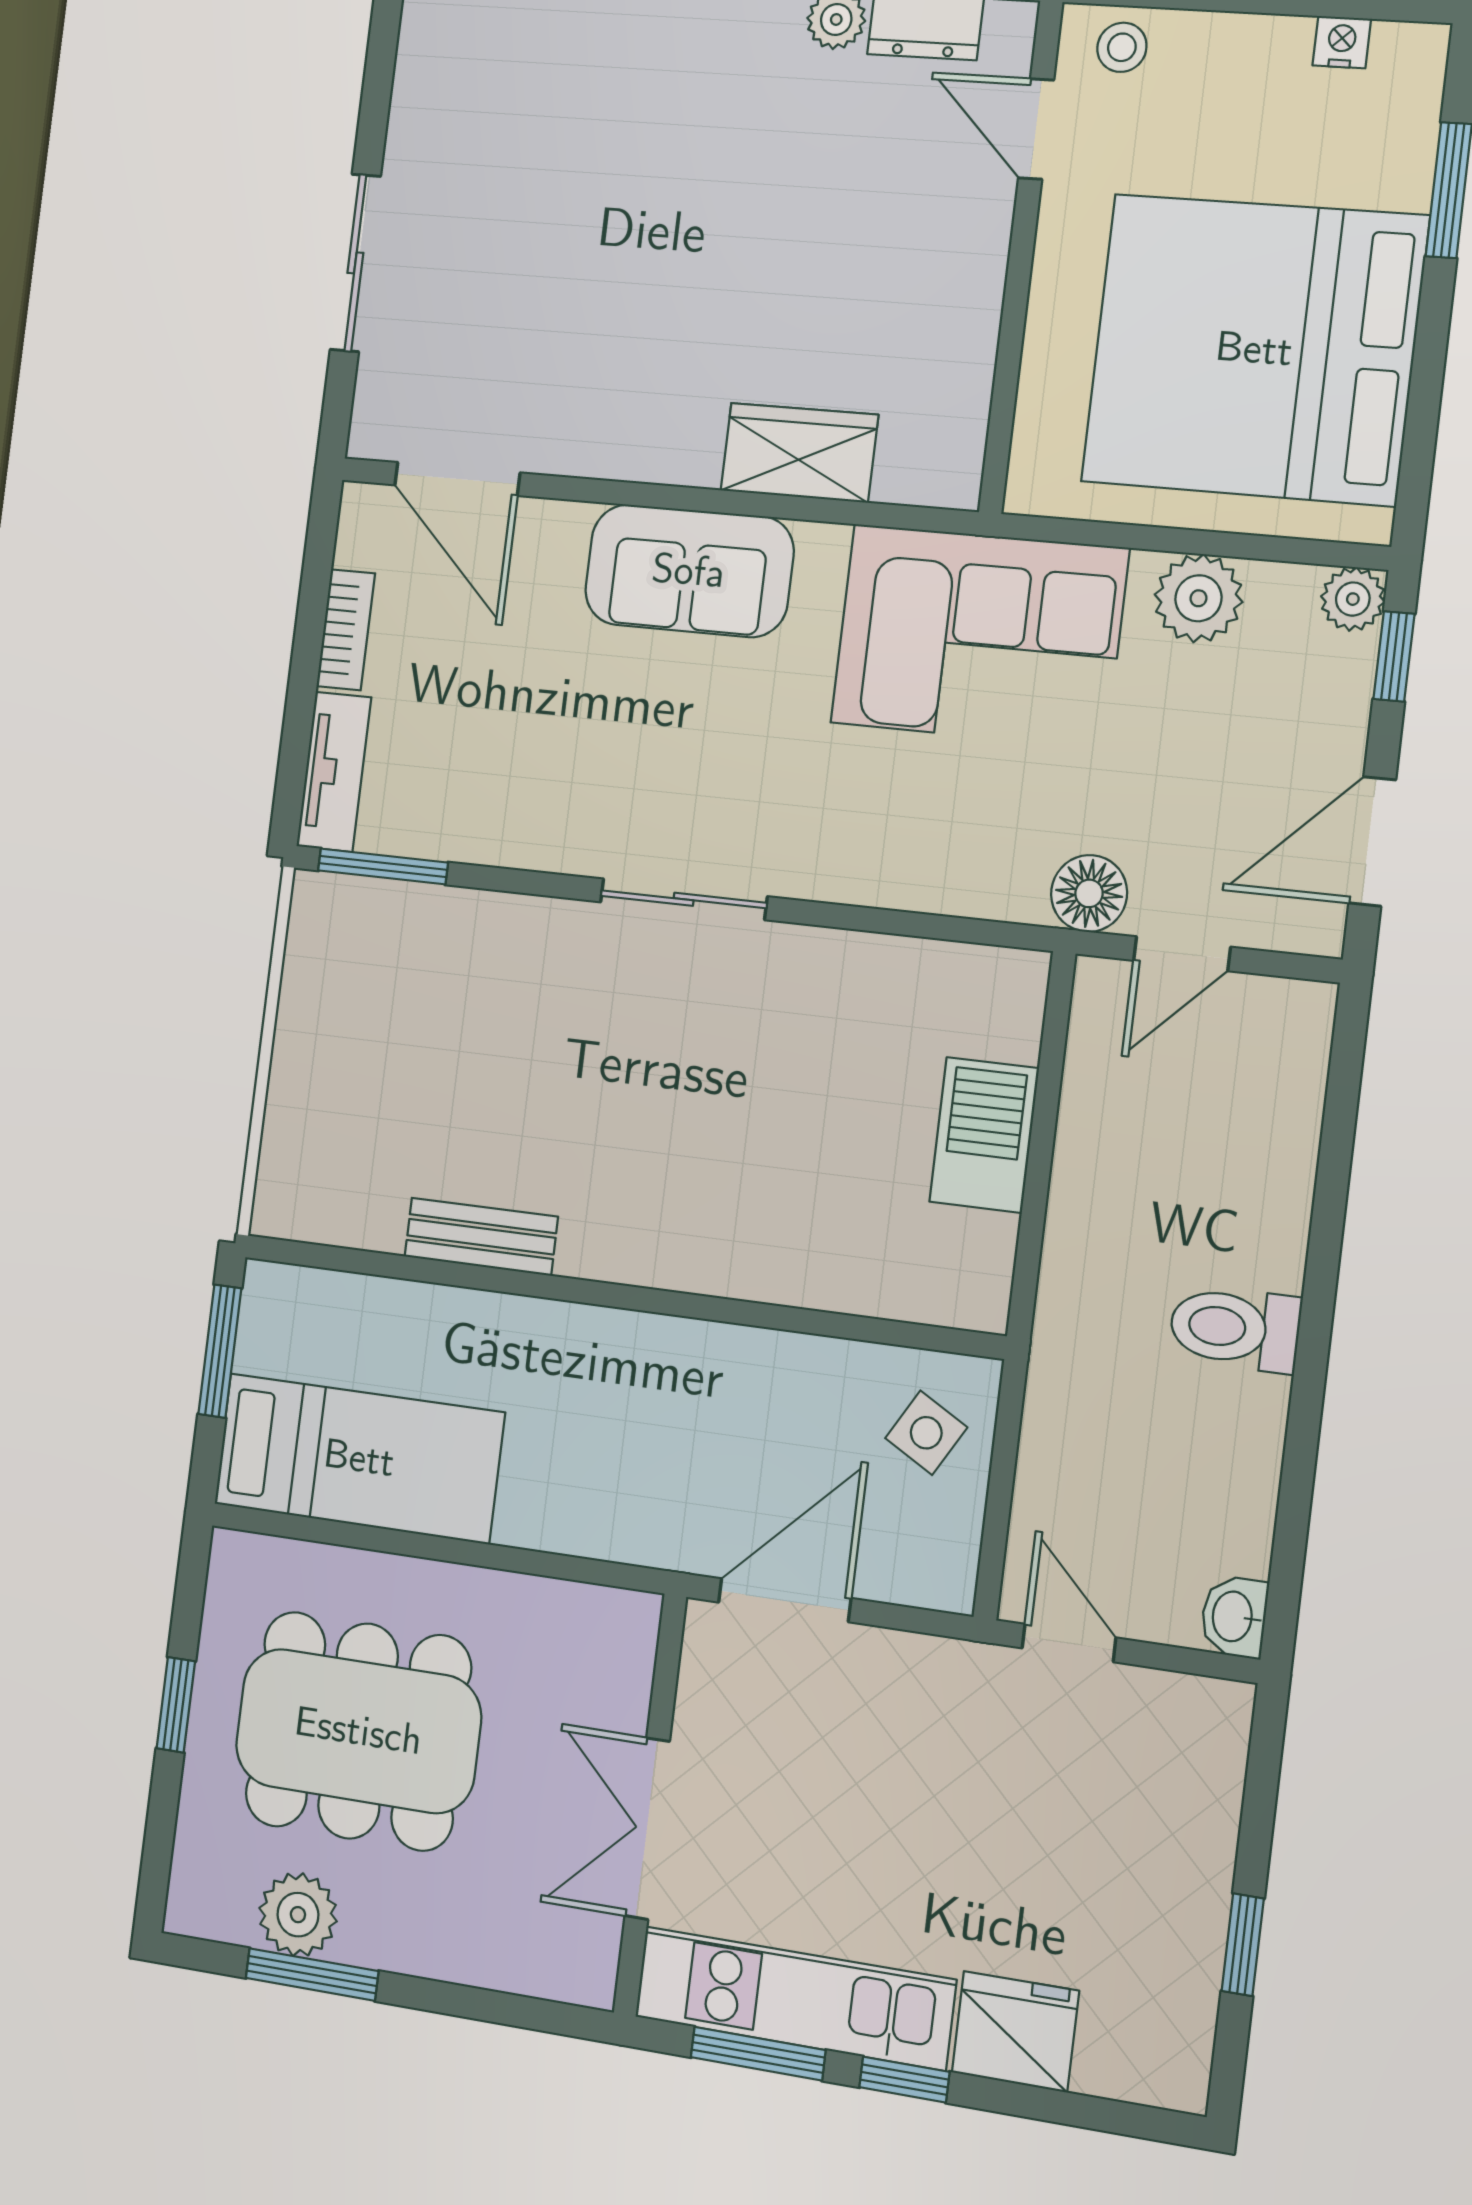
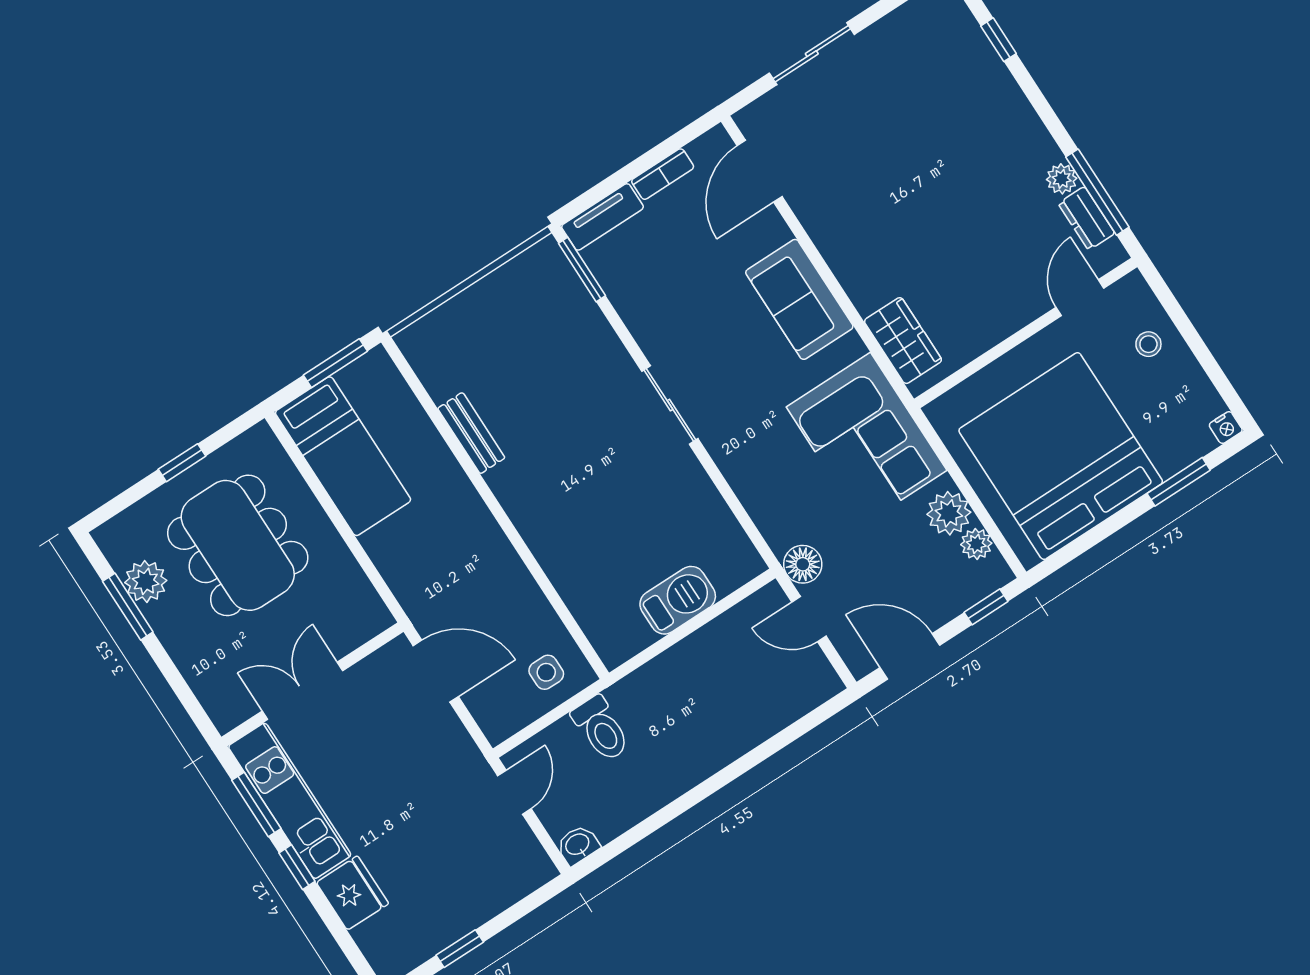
nightstand: (1342, 42) -> (1226, 428), moved, turned 90
stool: (1122, 47) -> (1148, 344), moved
wardrobe: (799, 453) -> (903, 341), moved
plant: (1353, 599) -> (976, 544), moved
toilet: (1235, 1328) -> (601, 729), moved, turned 180
side table: (926, 1433) -> (546, 672), turned -30

